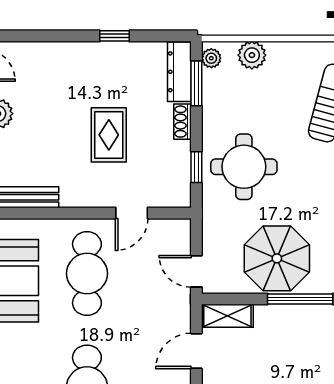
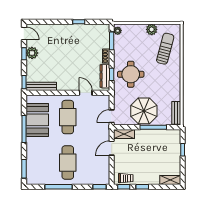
plant: (252, 55) -> (152, 29), moved
dresser: (179, 72) -> (105, 76), moved
rug: (109, 135) -> (77, 61), removed
door: (132, 213) -> (86, 93), swing flipped
door: (196, 271) -> (112, 116), hinge flipped

